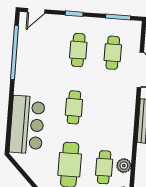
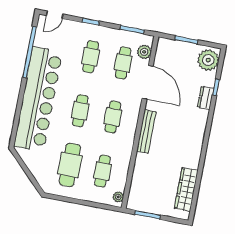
cafe table: (108, 110) -> (113, 117), added
bar counter: (27, 125) -> (38, 99), width x1.86
plant: (124, 166) -> (144, 52), moved

